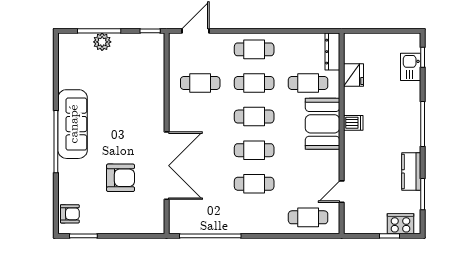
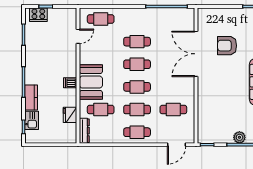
kitchen counter: (411, 171) -> (31, 97), moved

